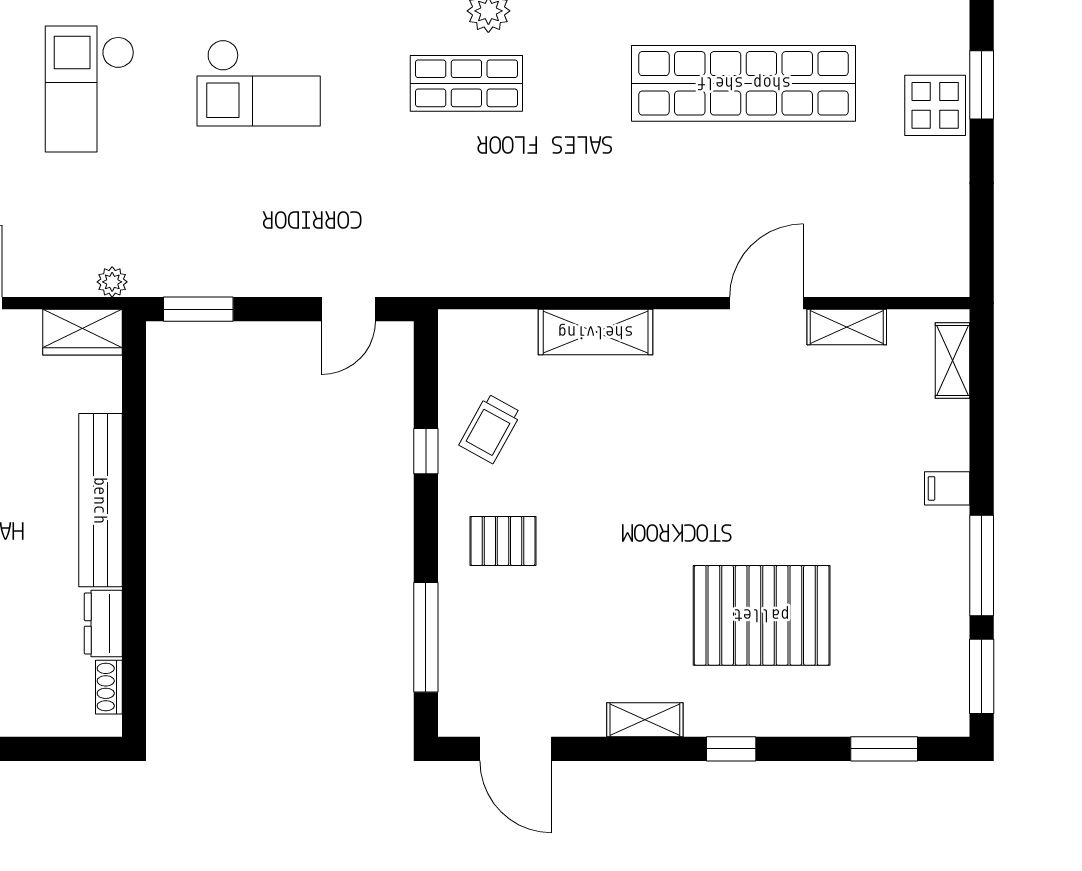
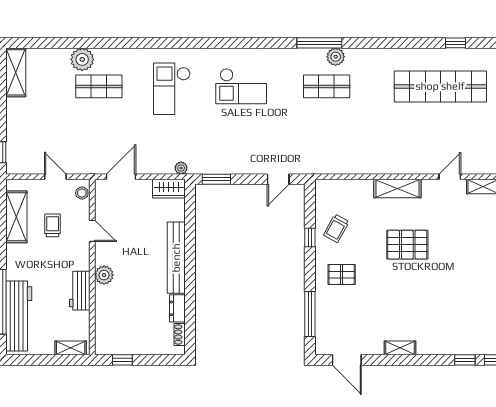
door: (767, 303) -> (450, 177), width x0.73
shelving: (596, 332) -> (397, 189), moved
pallet: (762, 615) -> (407, 245), moved, width x0.73, depth x0.71
window: (731, 749) -> (465, 360), moved

